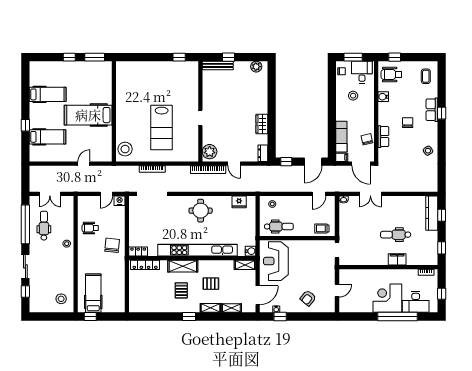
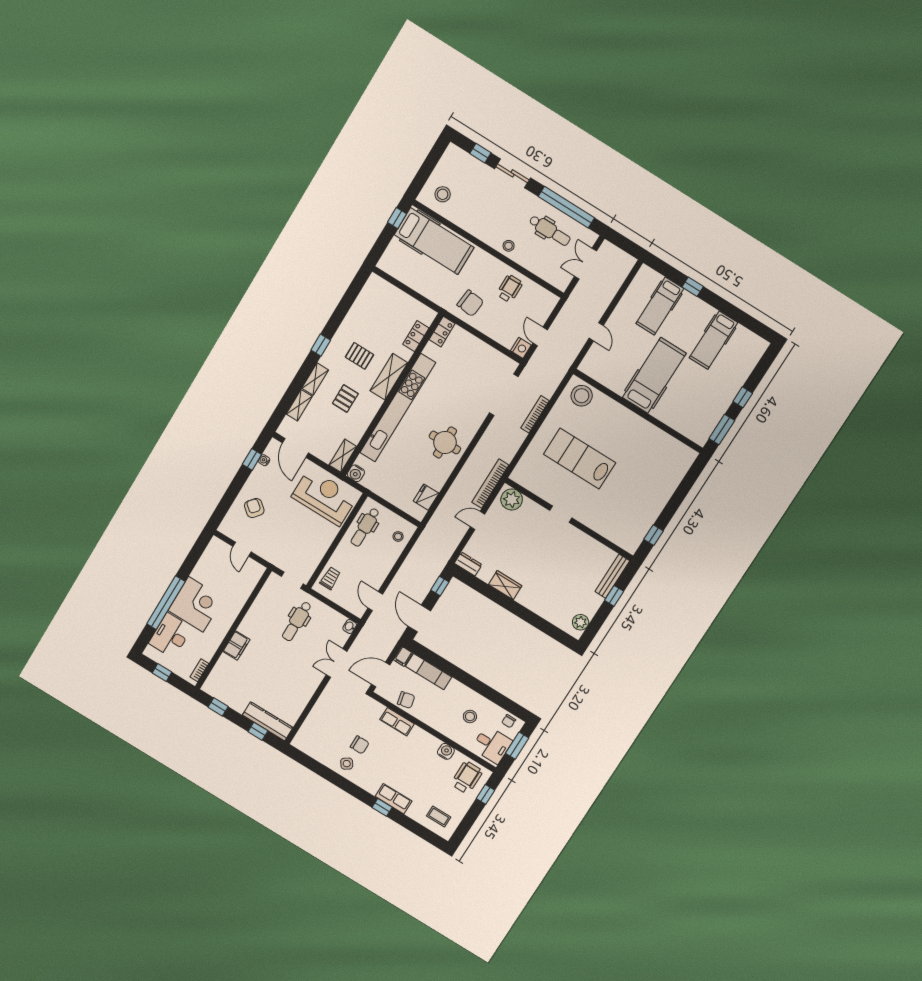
chair: (408, 123) -> (360, 745), moved
dental chair: (396, 235) -> (297, 621), moved, turned 180
locker: (145, 265) -> (416, 336), width x0.66
hospital bed: (93, 293) -> (434, 241), width x1.37, depth x1.29

